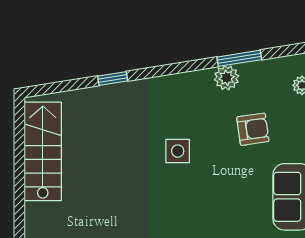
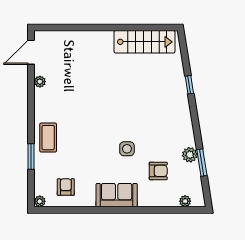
armchair: (253, 129) -> (158, 171), turned -82
side table: (178, 151) -> (127, 149), moved

